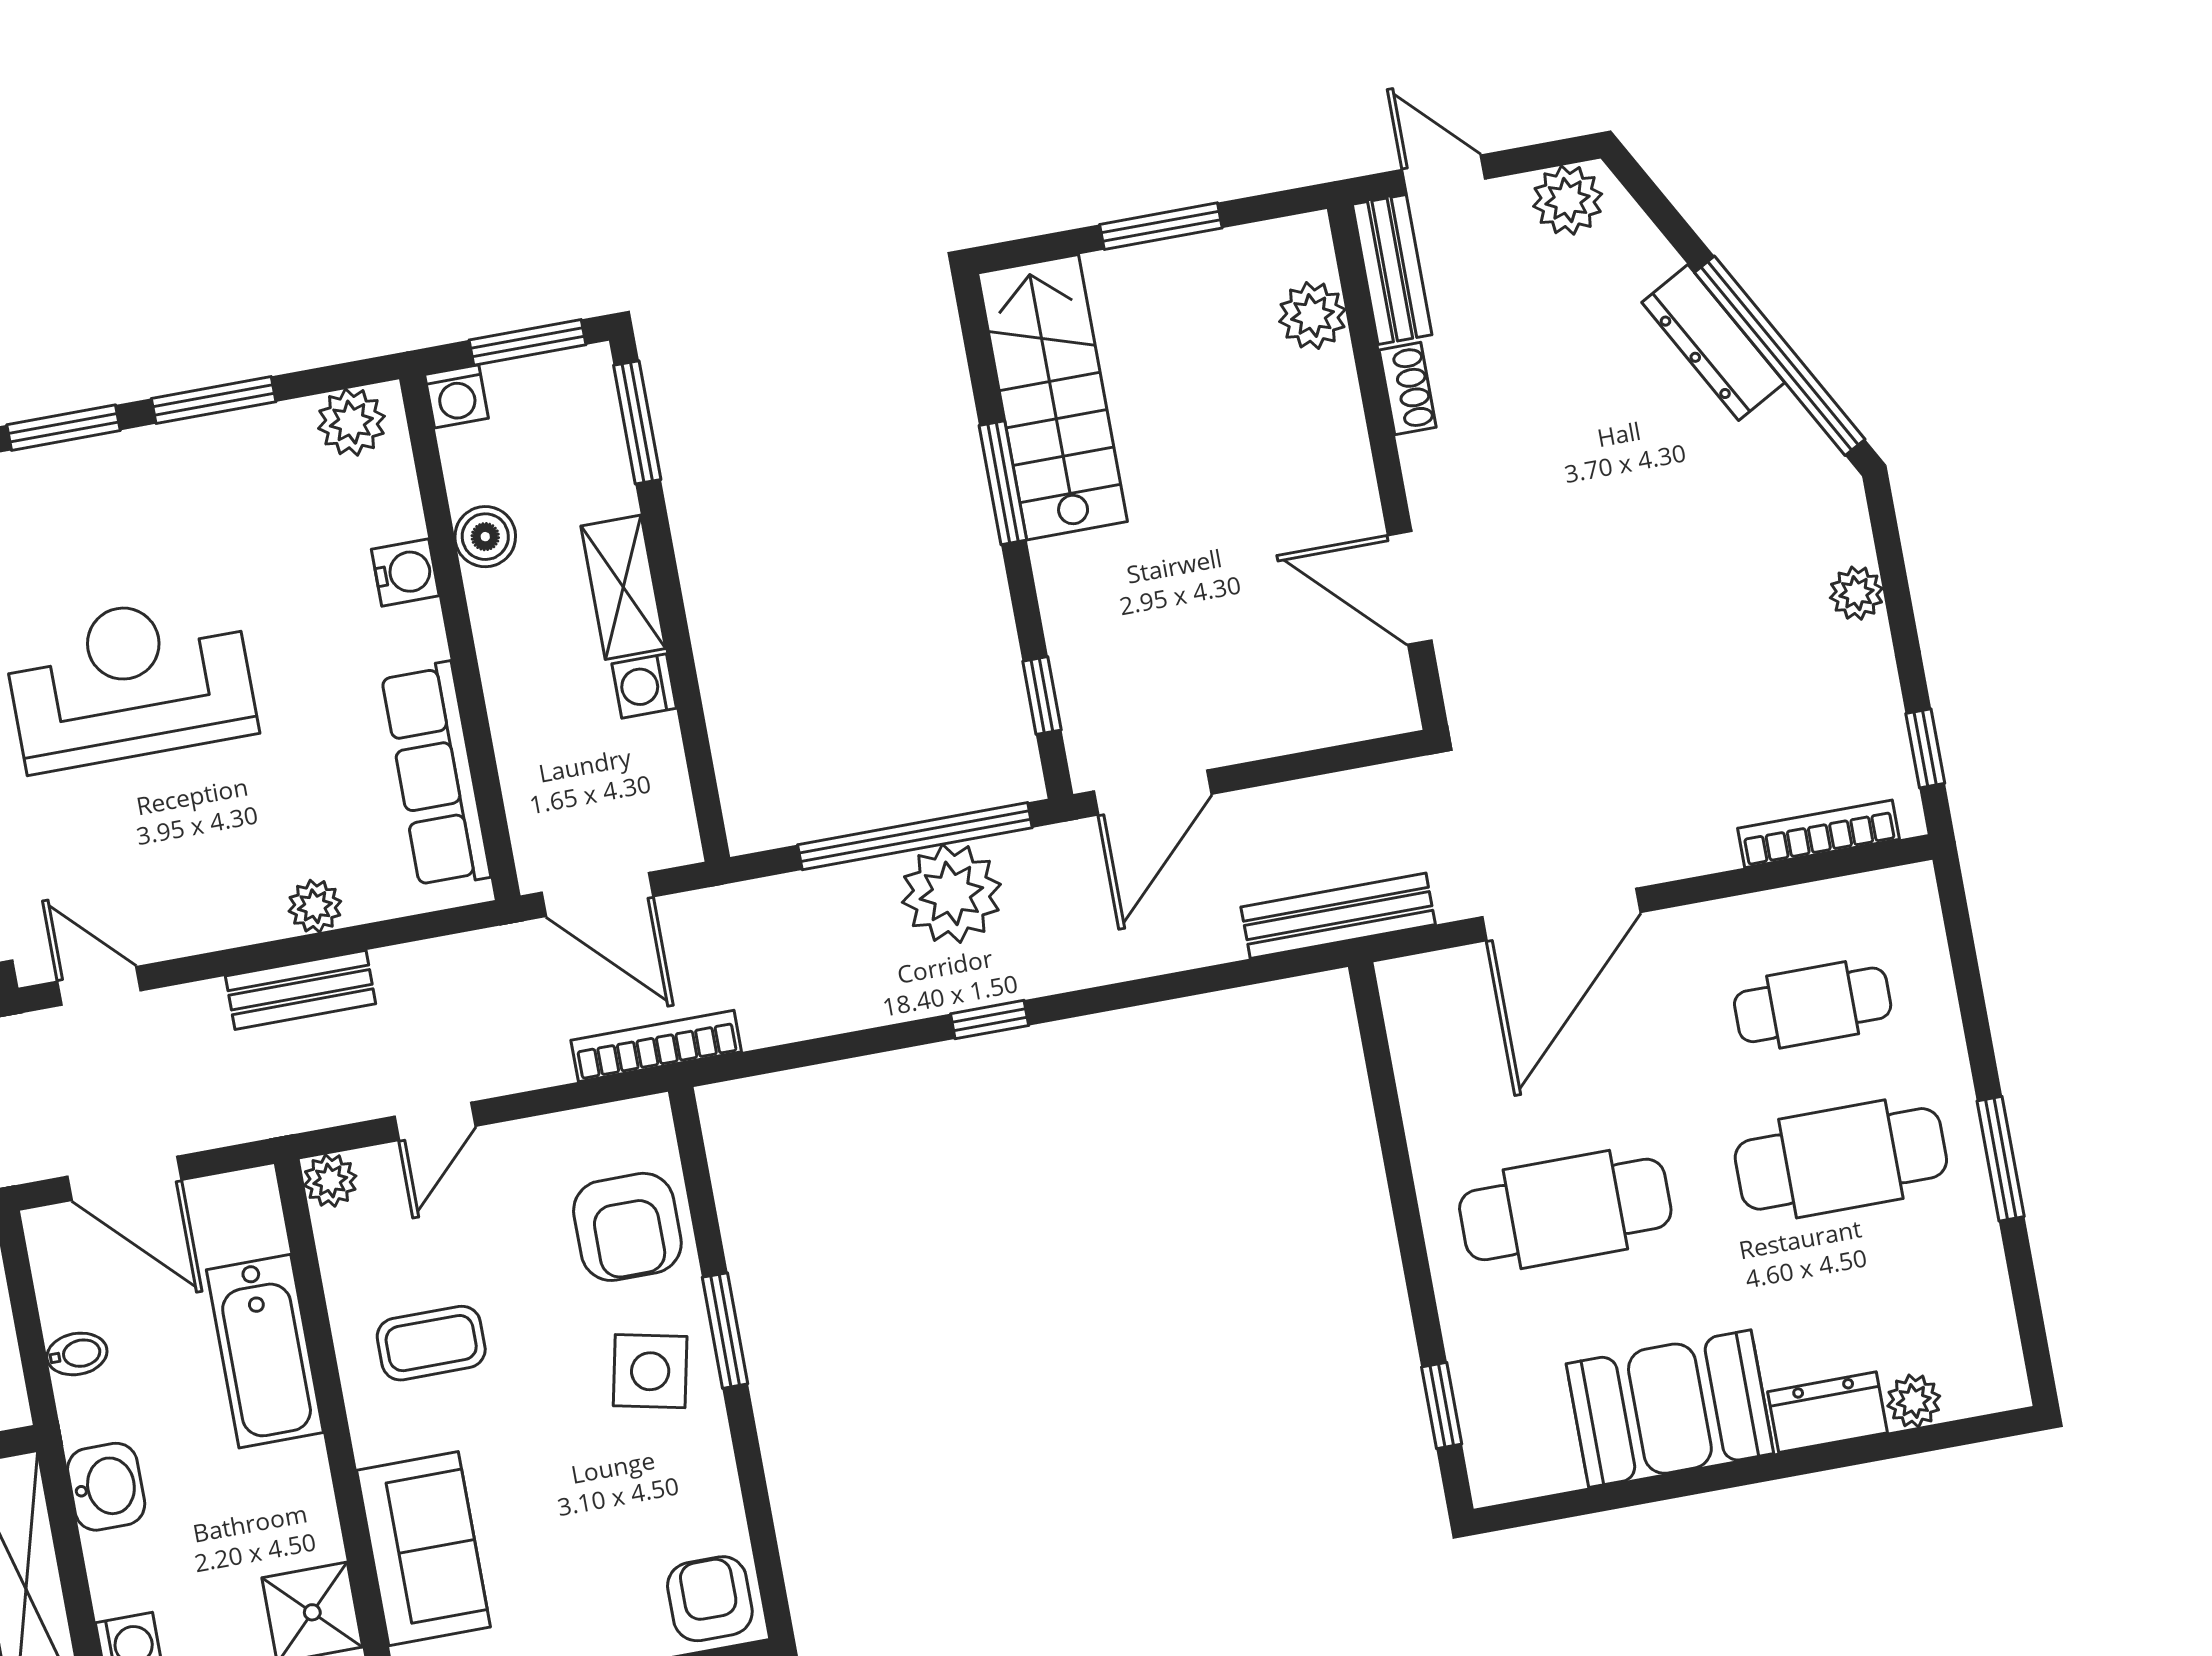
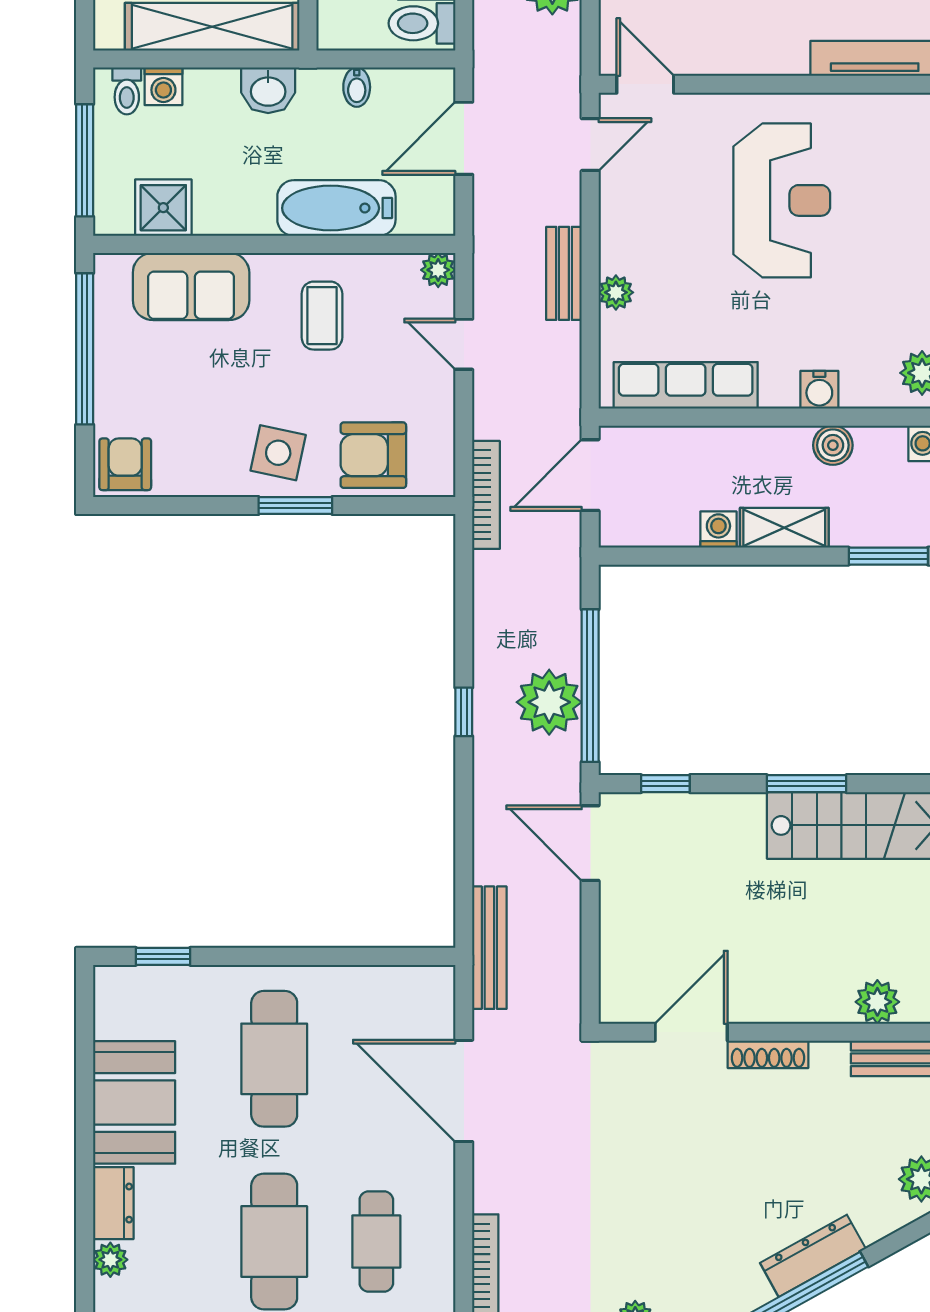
shoe rack: (1408, 389) -> (768, 1054), moved, width x1.43
armchair: (710, 1599) -> (125, 464), turned -90

